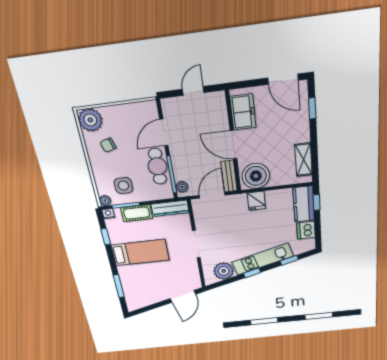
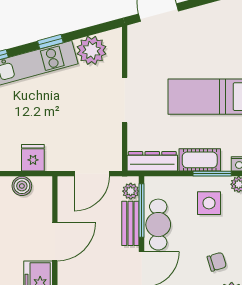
door: (233, 145) -> (55, 242), hinge flipped
bench: (229, 176) -> (130, 223), moved
boiler: (256, 176) -> (22, 186), width x0.54, depth x0.54

